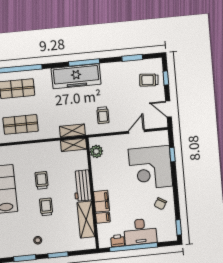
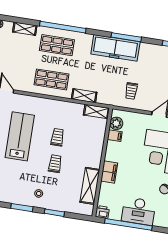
shelving: (72, 131) -> (84, 96), moved
workbench: (82, 186) -> (95, 152), removed
filing cabinet: (103, 218) -> (115, 136), moved
printer: (118, 241) -> (102, 212), moved

